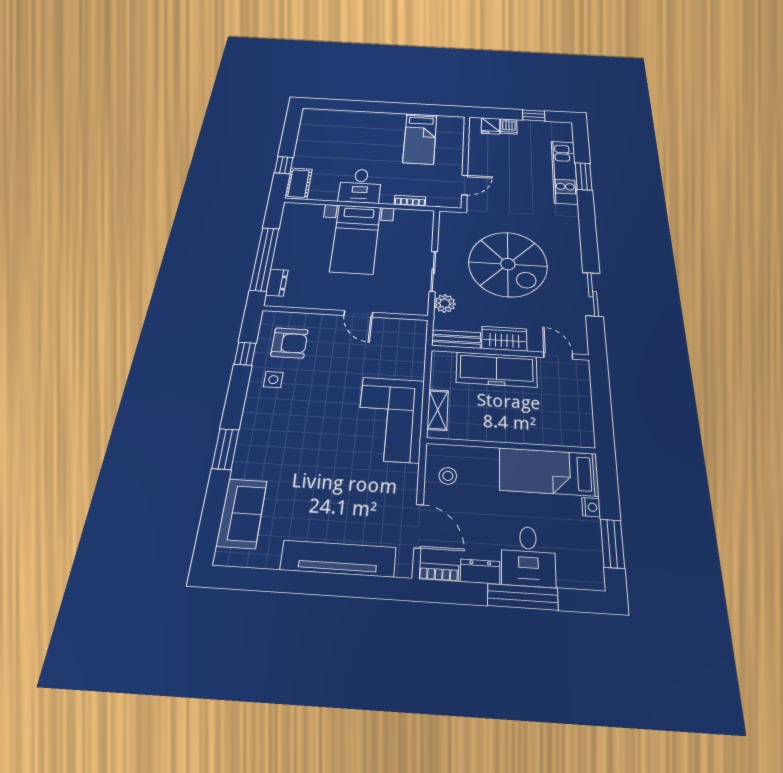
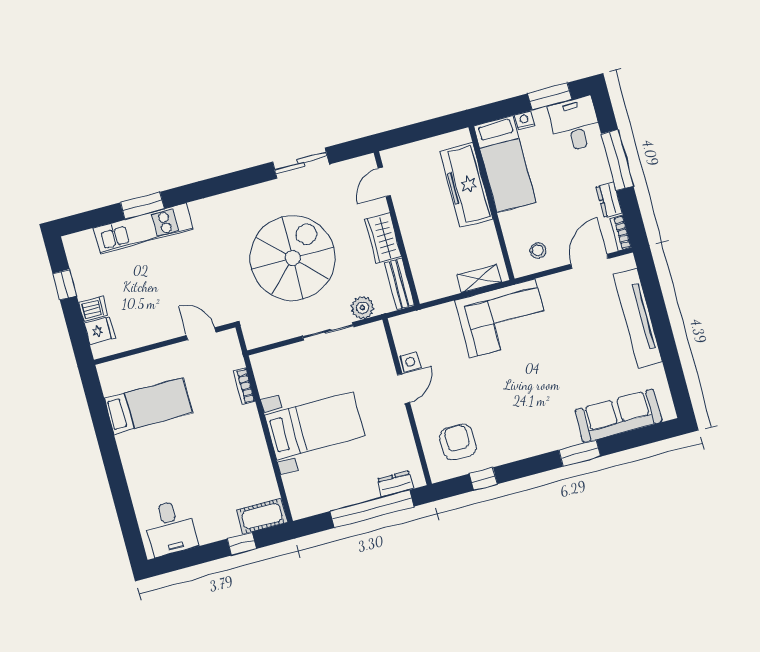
desk: (360, 186) -> (171, 528), moved, turned 90
freezer: (497, 370) -> (466, 185), moved, turned 180
side table: (273, 380) -> (410, 362), moved
sofa: (242, 513) -> (618, 416), width x1.36
desk: (528, 556) -> (575, 124), moved, turned -90

